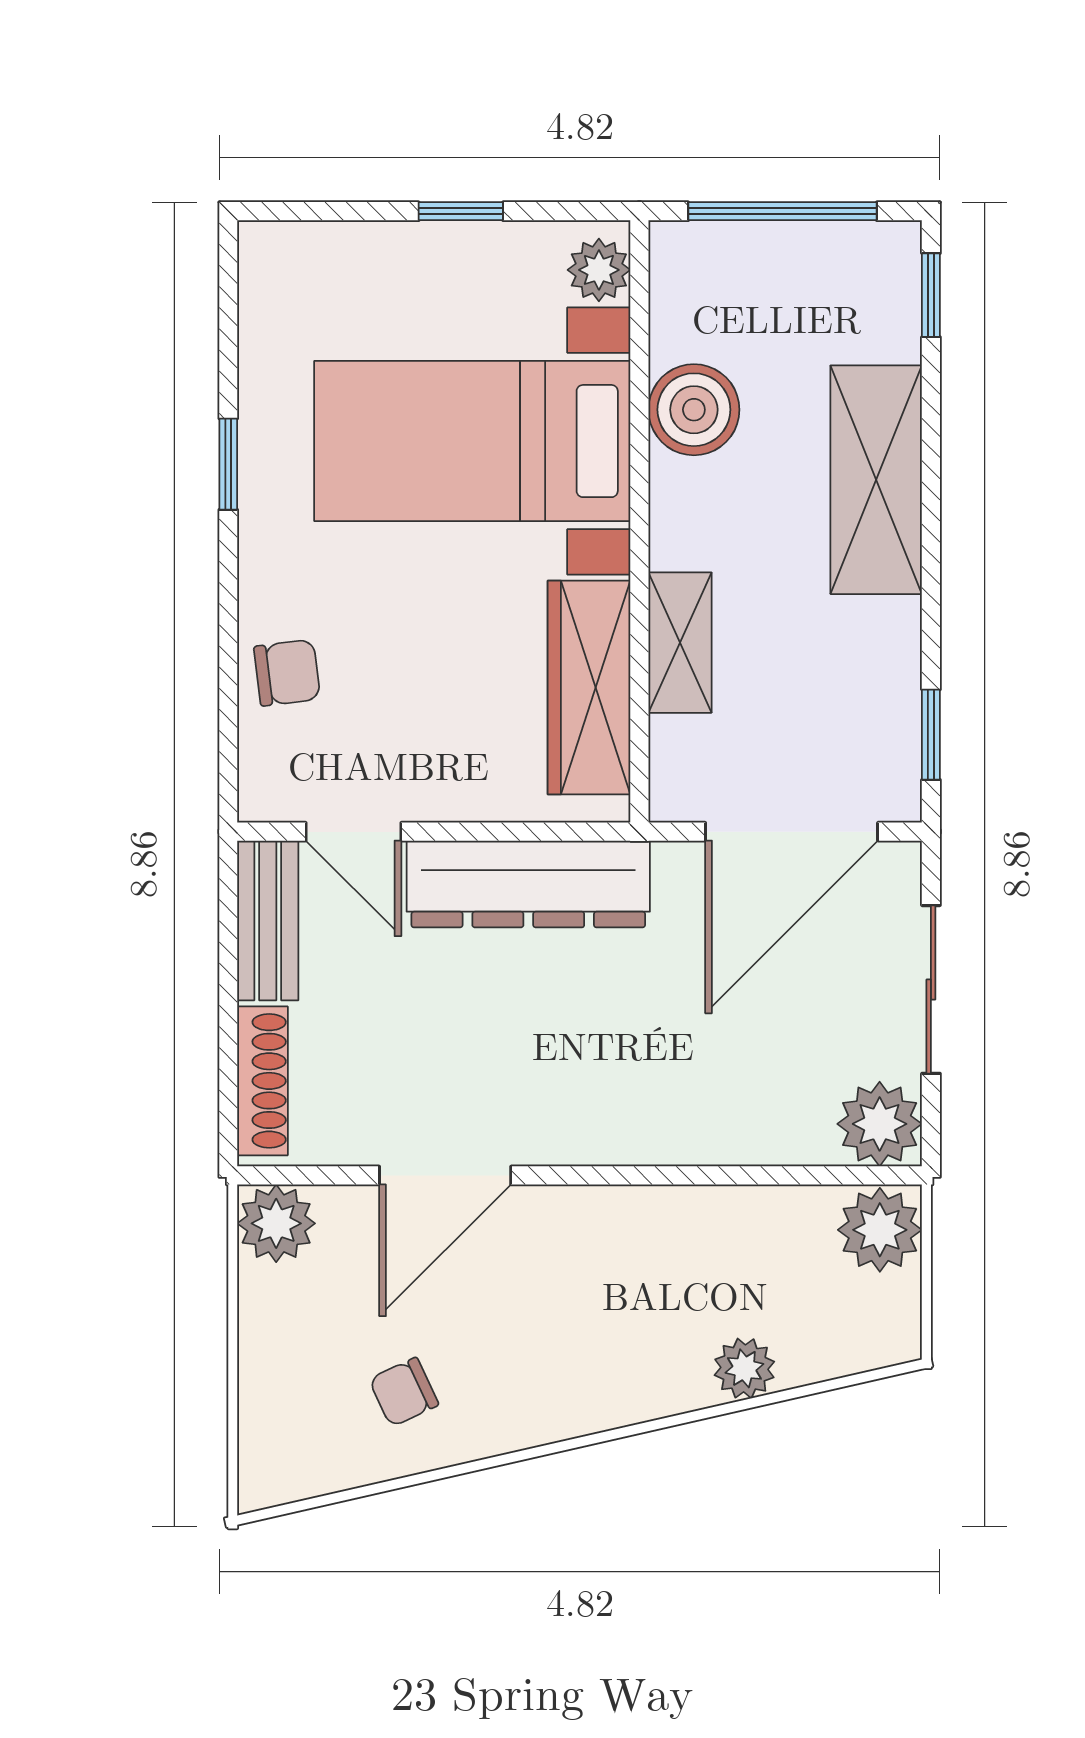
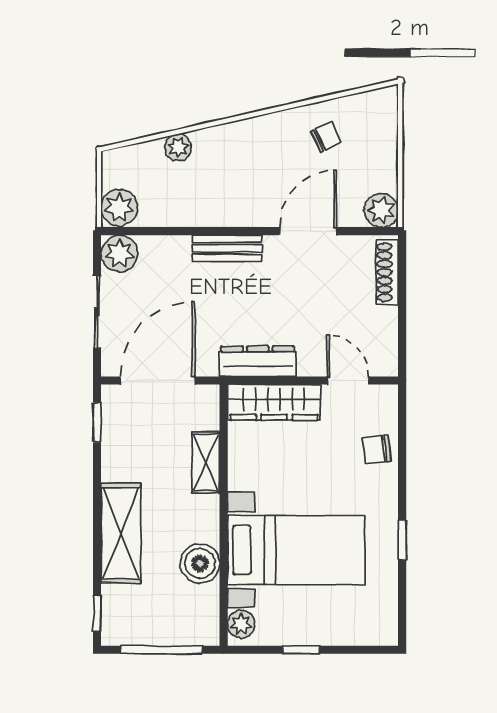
wardrobe: (589, 688) -> (274, 402), moved, turned 90
dresser: (528, 884) -> (258, 361), width x0.73, depth x0.80
bench: (268, 921) -> (227, 248), moved, turned 90

